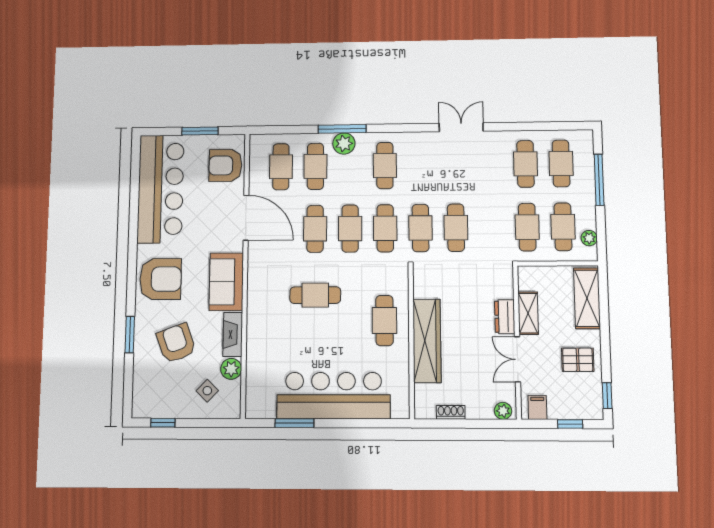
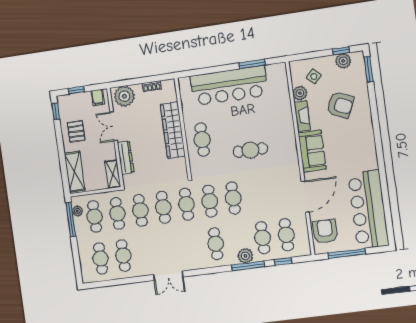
window: (291, 130) -> (283, 261), added
window: (200, 131) -> (347, 254), width x1.44
armchair: (225, 165) -> (325, 231), turned -90
window: (599, 180) -> (71, 219), moved
door: (246, 218) -> (305, 197), swing flipped
cafe table: (315, 229) -> (140, 210), moved
armchair: (160, 279) -> (358, 147), removed
shelving: (528, 313) -> (113, 174), moved
dresser: (505, 317) -> (126, 158), width x1.44
window: (130, 335) -> (369, 69), moved
armchair: (176, 343) -> (340, 105), turned -46
double door: (518, 359) -> (114, 126), swing flipped
pallet: (578, 360) -> (76, 131), turned 90
plant: (162, 407) -> (343, 61), added
plant: (503, 411) -> (124, 96), width x1.88, depth x1.88

